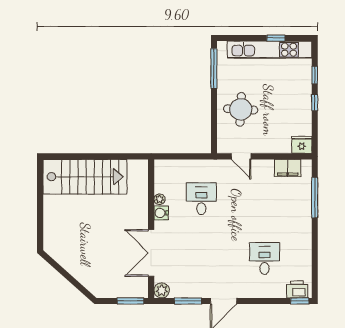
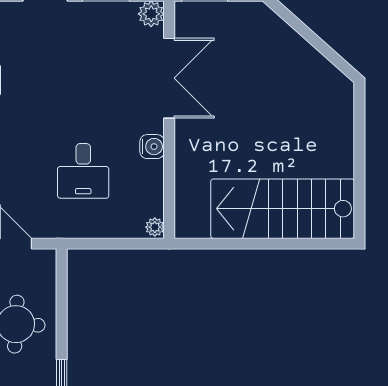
plant: (160, 199) -> (155, 227), moved

